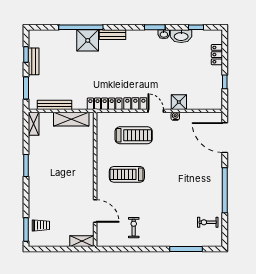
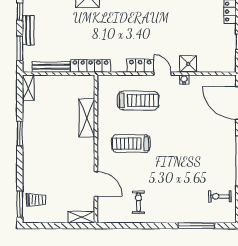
bench: (34, 61) -> (28, 30), moved
locker: (105, 104) -> (91, 66), moved
shelving: (71, 119) -> (87, 118), moved, turned 90

